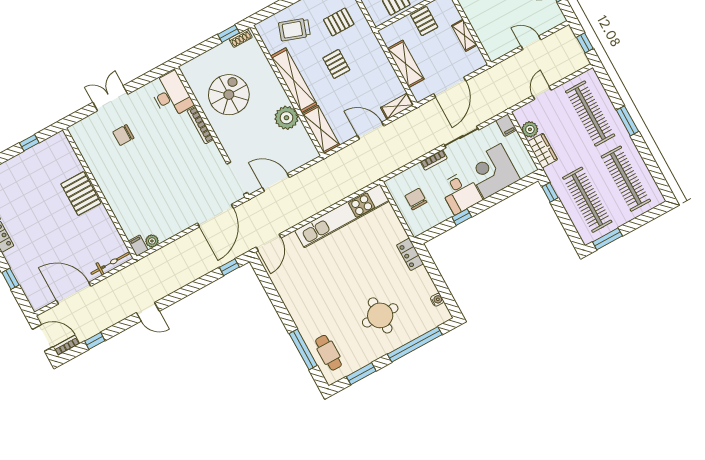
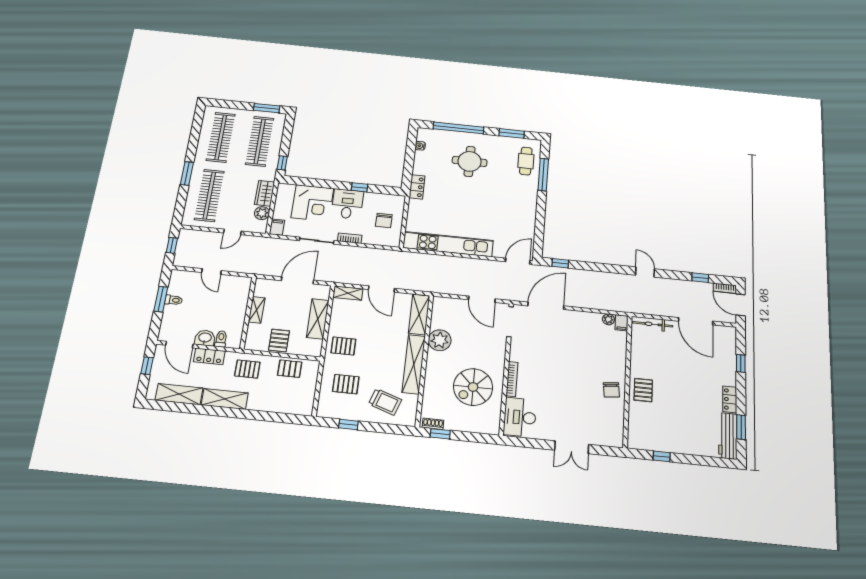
pallet: (336, 64) -> (343, 346), moved, turned 90
chair: (123, 135) -> (611, 390), moved, turned 84
pallet: (81, 194) -> (643, 390), width x0.67, depth x0.71

